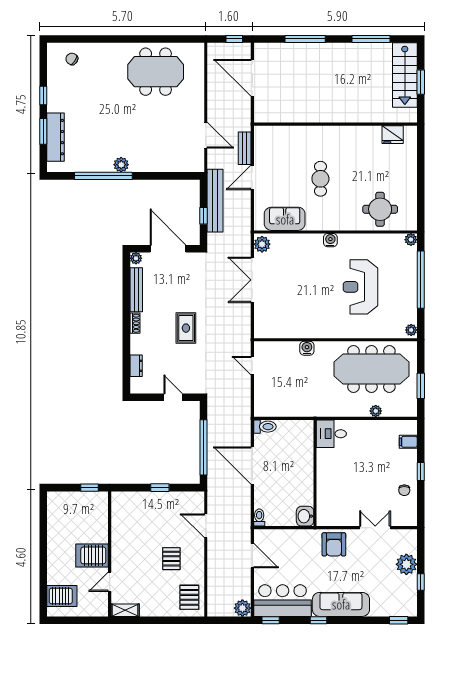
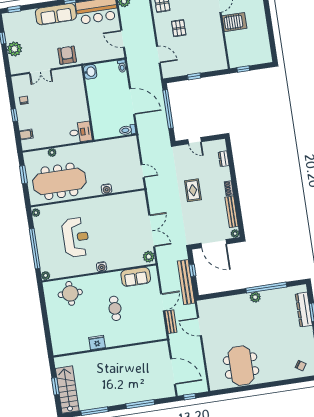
meeting table: (156, 72) -> (241, 366), turned 90
fridge: (393, 135) -> (97, 343), moved

